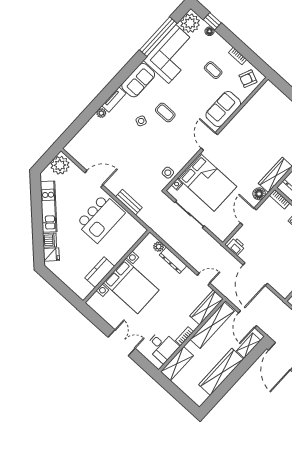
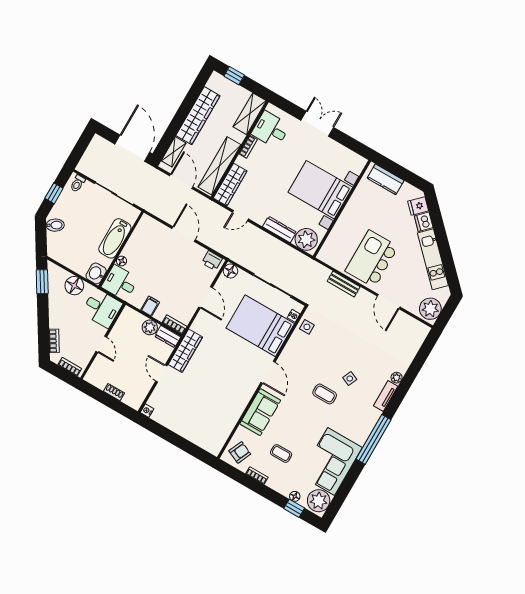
window: (158, 37) -> (373, 439), moved
sofa: (138, 80) -> (363, 424), removed
door: (94, 179) -> (389, 302), hinge flipped
floor lamp: (259, 194) -> (230, 271), moved
plant: (159, 247) -> (306, 239), width x1.88, depth x1.88
kitchen counter: (100, 272) -> (386, 179), moved, turned 90
door: (255, 274) -> (184, 234), width x0.73
double door: (122, 343) -> (317, 124), swing flipped
window: (183, 399) -> (234, 76), added

